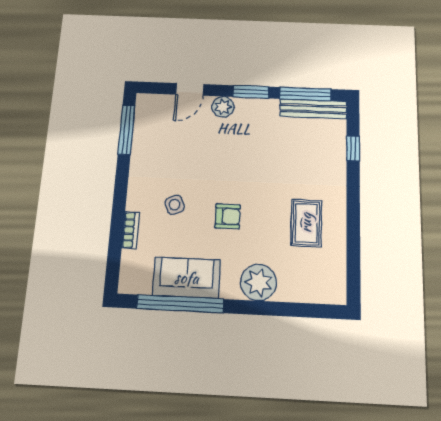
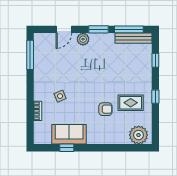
window: (353, 214) -> (155, 97), added
armchair: (228, 216) -> (105, 109), moved
rug: (306, 223) -> (131, 103), turned 90
plant: (259, 282) -> (139, 135), moved
window: (180, 304) -> (67, 148), width x0.32

